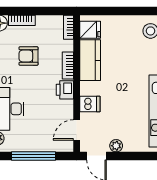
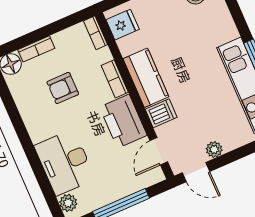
kitchen counter: (90, 60) -> (146, 78), moved
printer: (65, 90) -> (123, 121), width x1.87, depth x1.48

